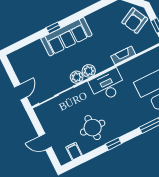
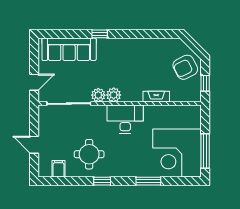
sofa: (66, 37) -> (69, 49), moved

